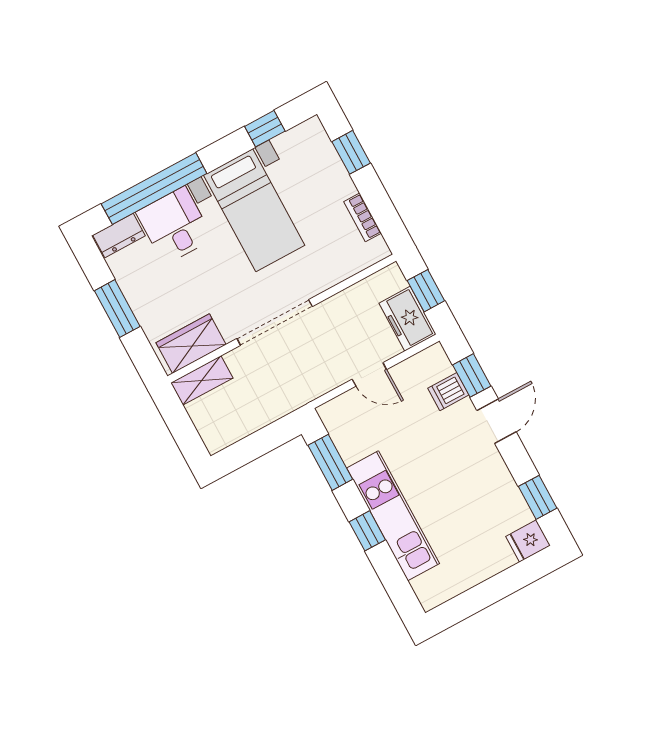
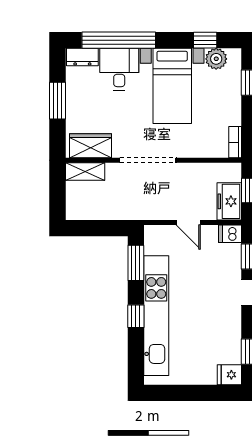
plant: (292, 145) -> (216, 59), added
bookcase: (363, 217) -> (235, 142), moved
dishwasher: (448, 392) -> (230, 234), moved
kitchen unit: (393, 516) -> (156, 316), width x1.36

